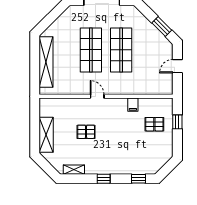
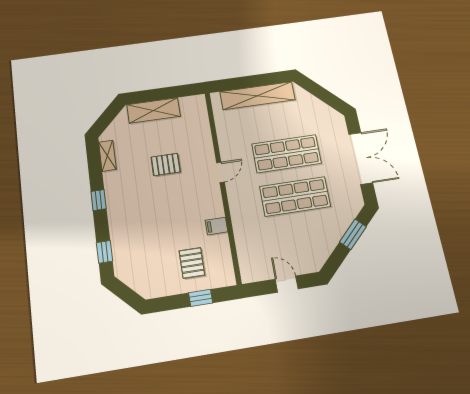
window: (162, 27) -> (353, 234), moved
pallet: (86, 132) -> (166, 164), turned 90

